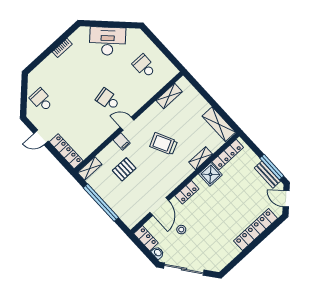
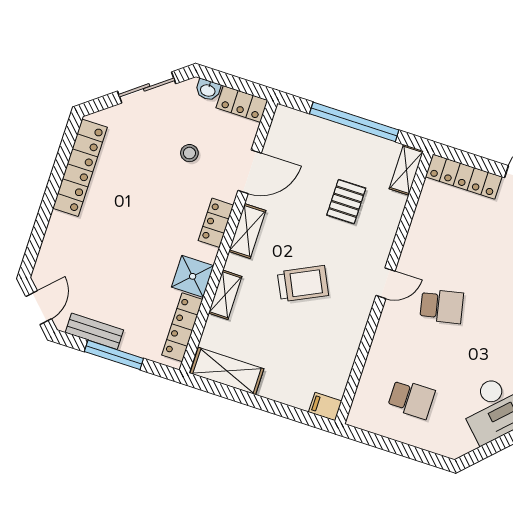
shelving: (169, 96) -> (247, 231), moved
filing cabinet: (122, 142) -> (325, 407), moved
window: (272, 167) -> (114, 355), moved
door: (286, 199) -> (39, 308), hinge flipped
door: (159, 206) -> (250, 172), swing flipped
locker: (256, 230) -> (80, 168), moved
sliding door: (184, 269) -> (147, 87), width x0.73

